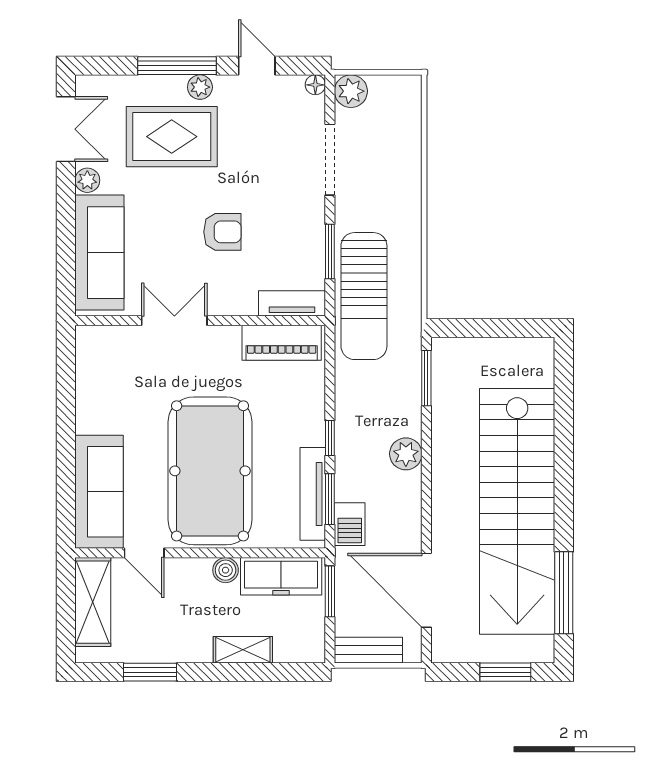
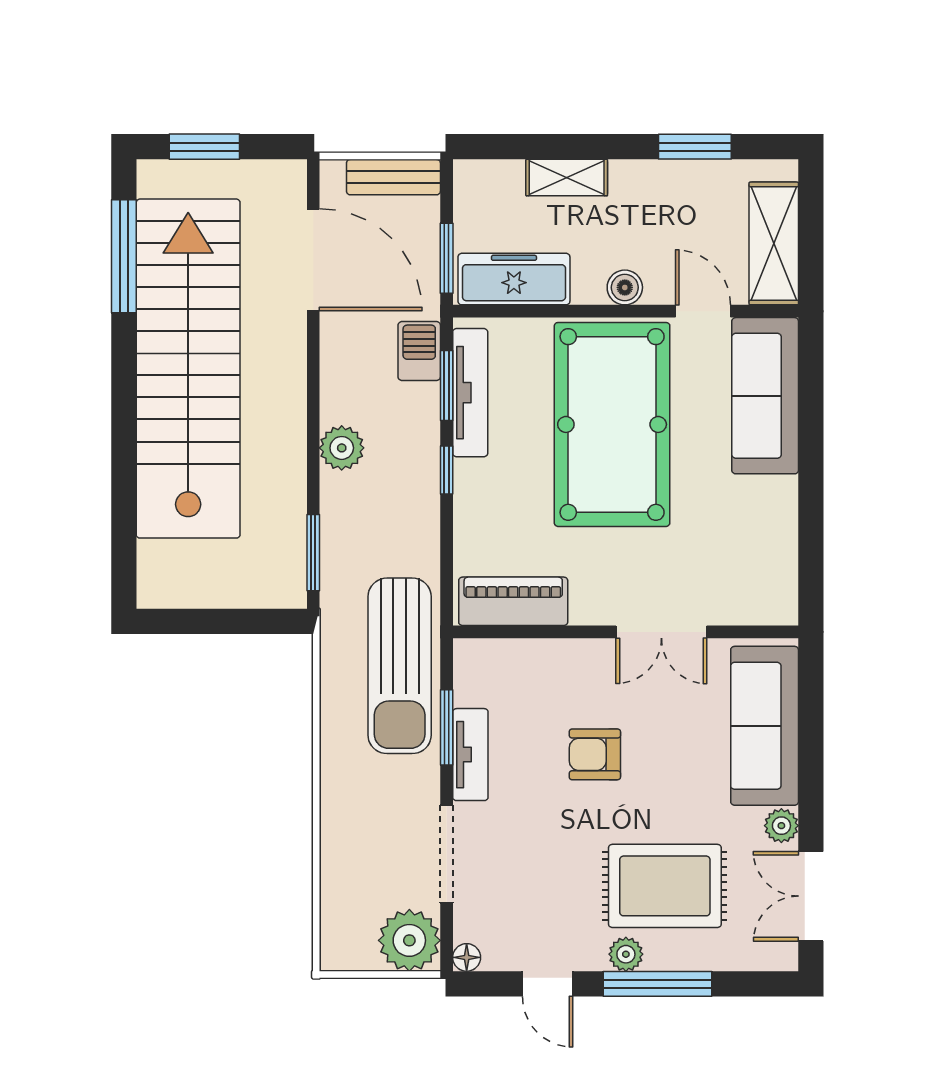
plant: (351, 91) -> (409, 940), width x1.36, depth x1.36
sun lounger: (364, 296) -> (400, 666), turned 180
tv unit: (292, 303) -> (470, 755), moved, turned -90
boiler: (226, 570) -> (625, 287), moved

